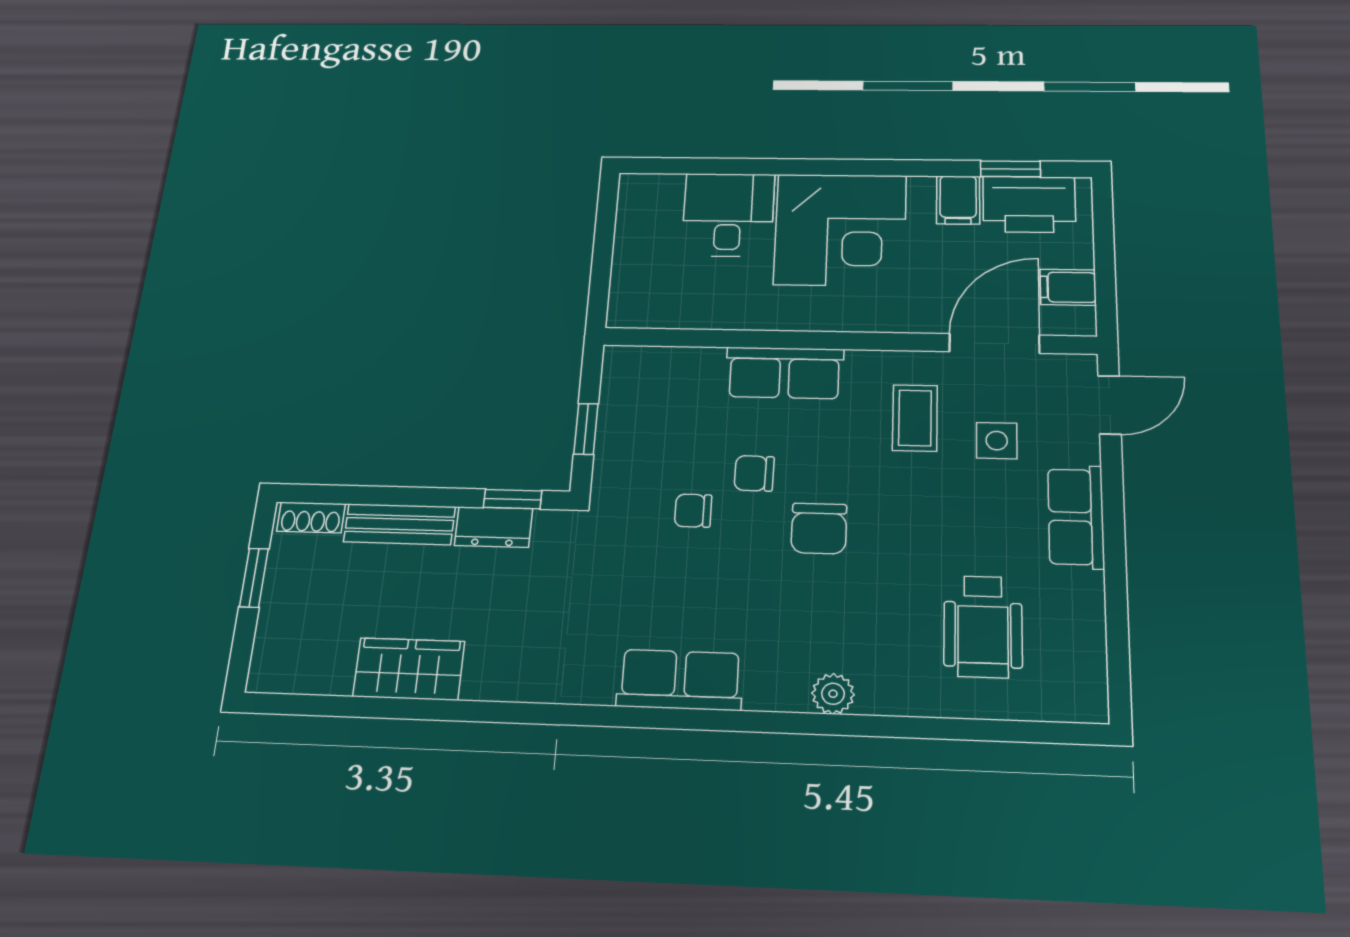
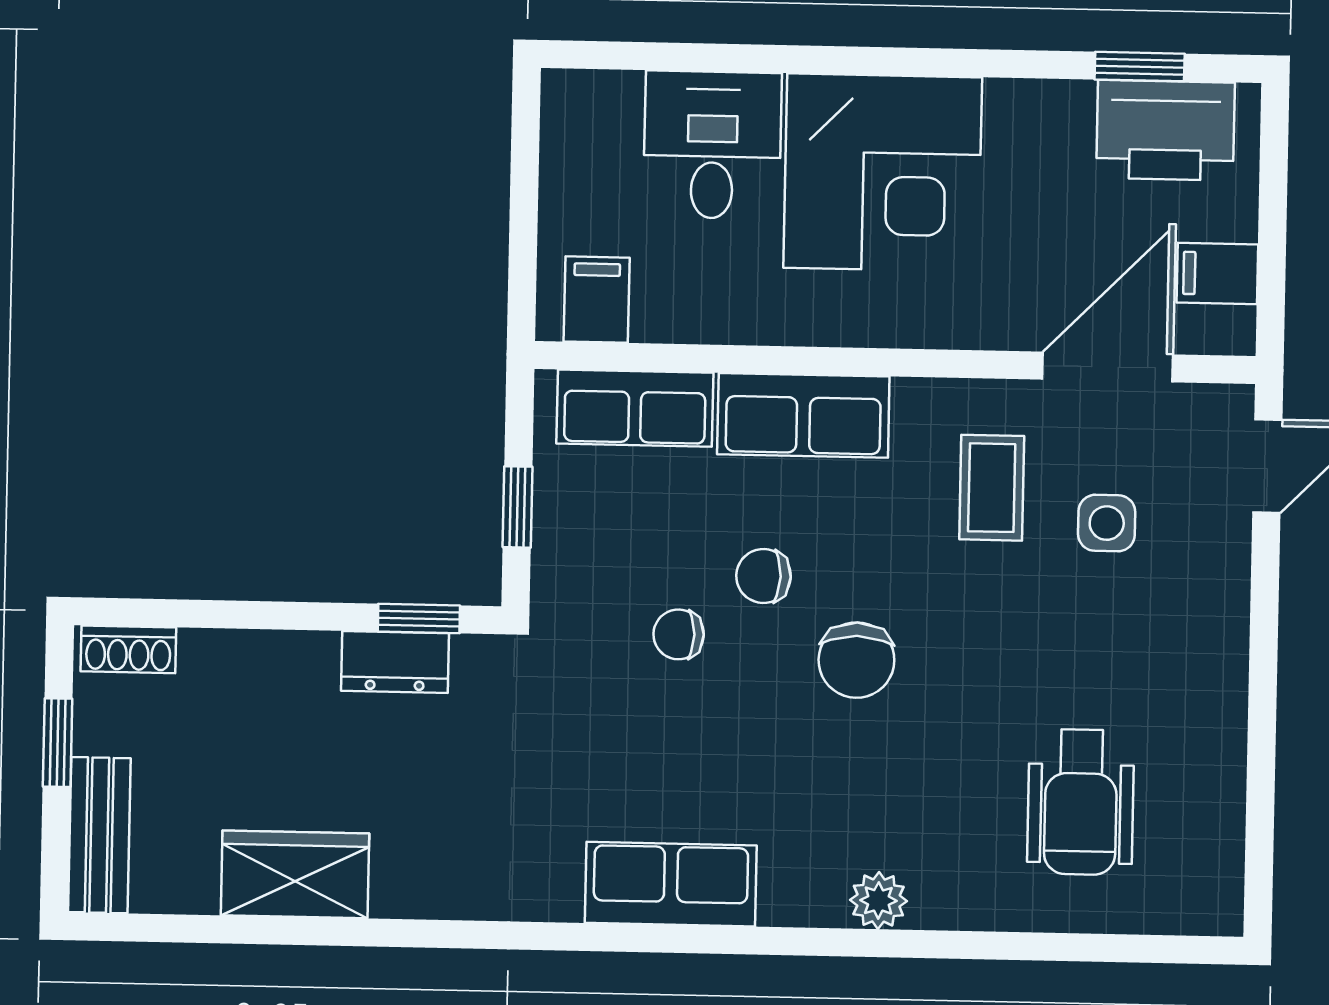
filing cabinet: (958, 200) -> (597, 300), moved, turned 180
row of seats: (1076, 517) -> (635, 408), moved, turned -90
bench: (399, 524) -> (99, 835), moved, turned 90

